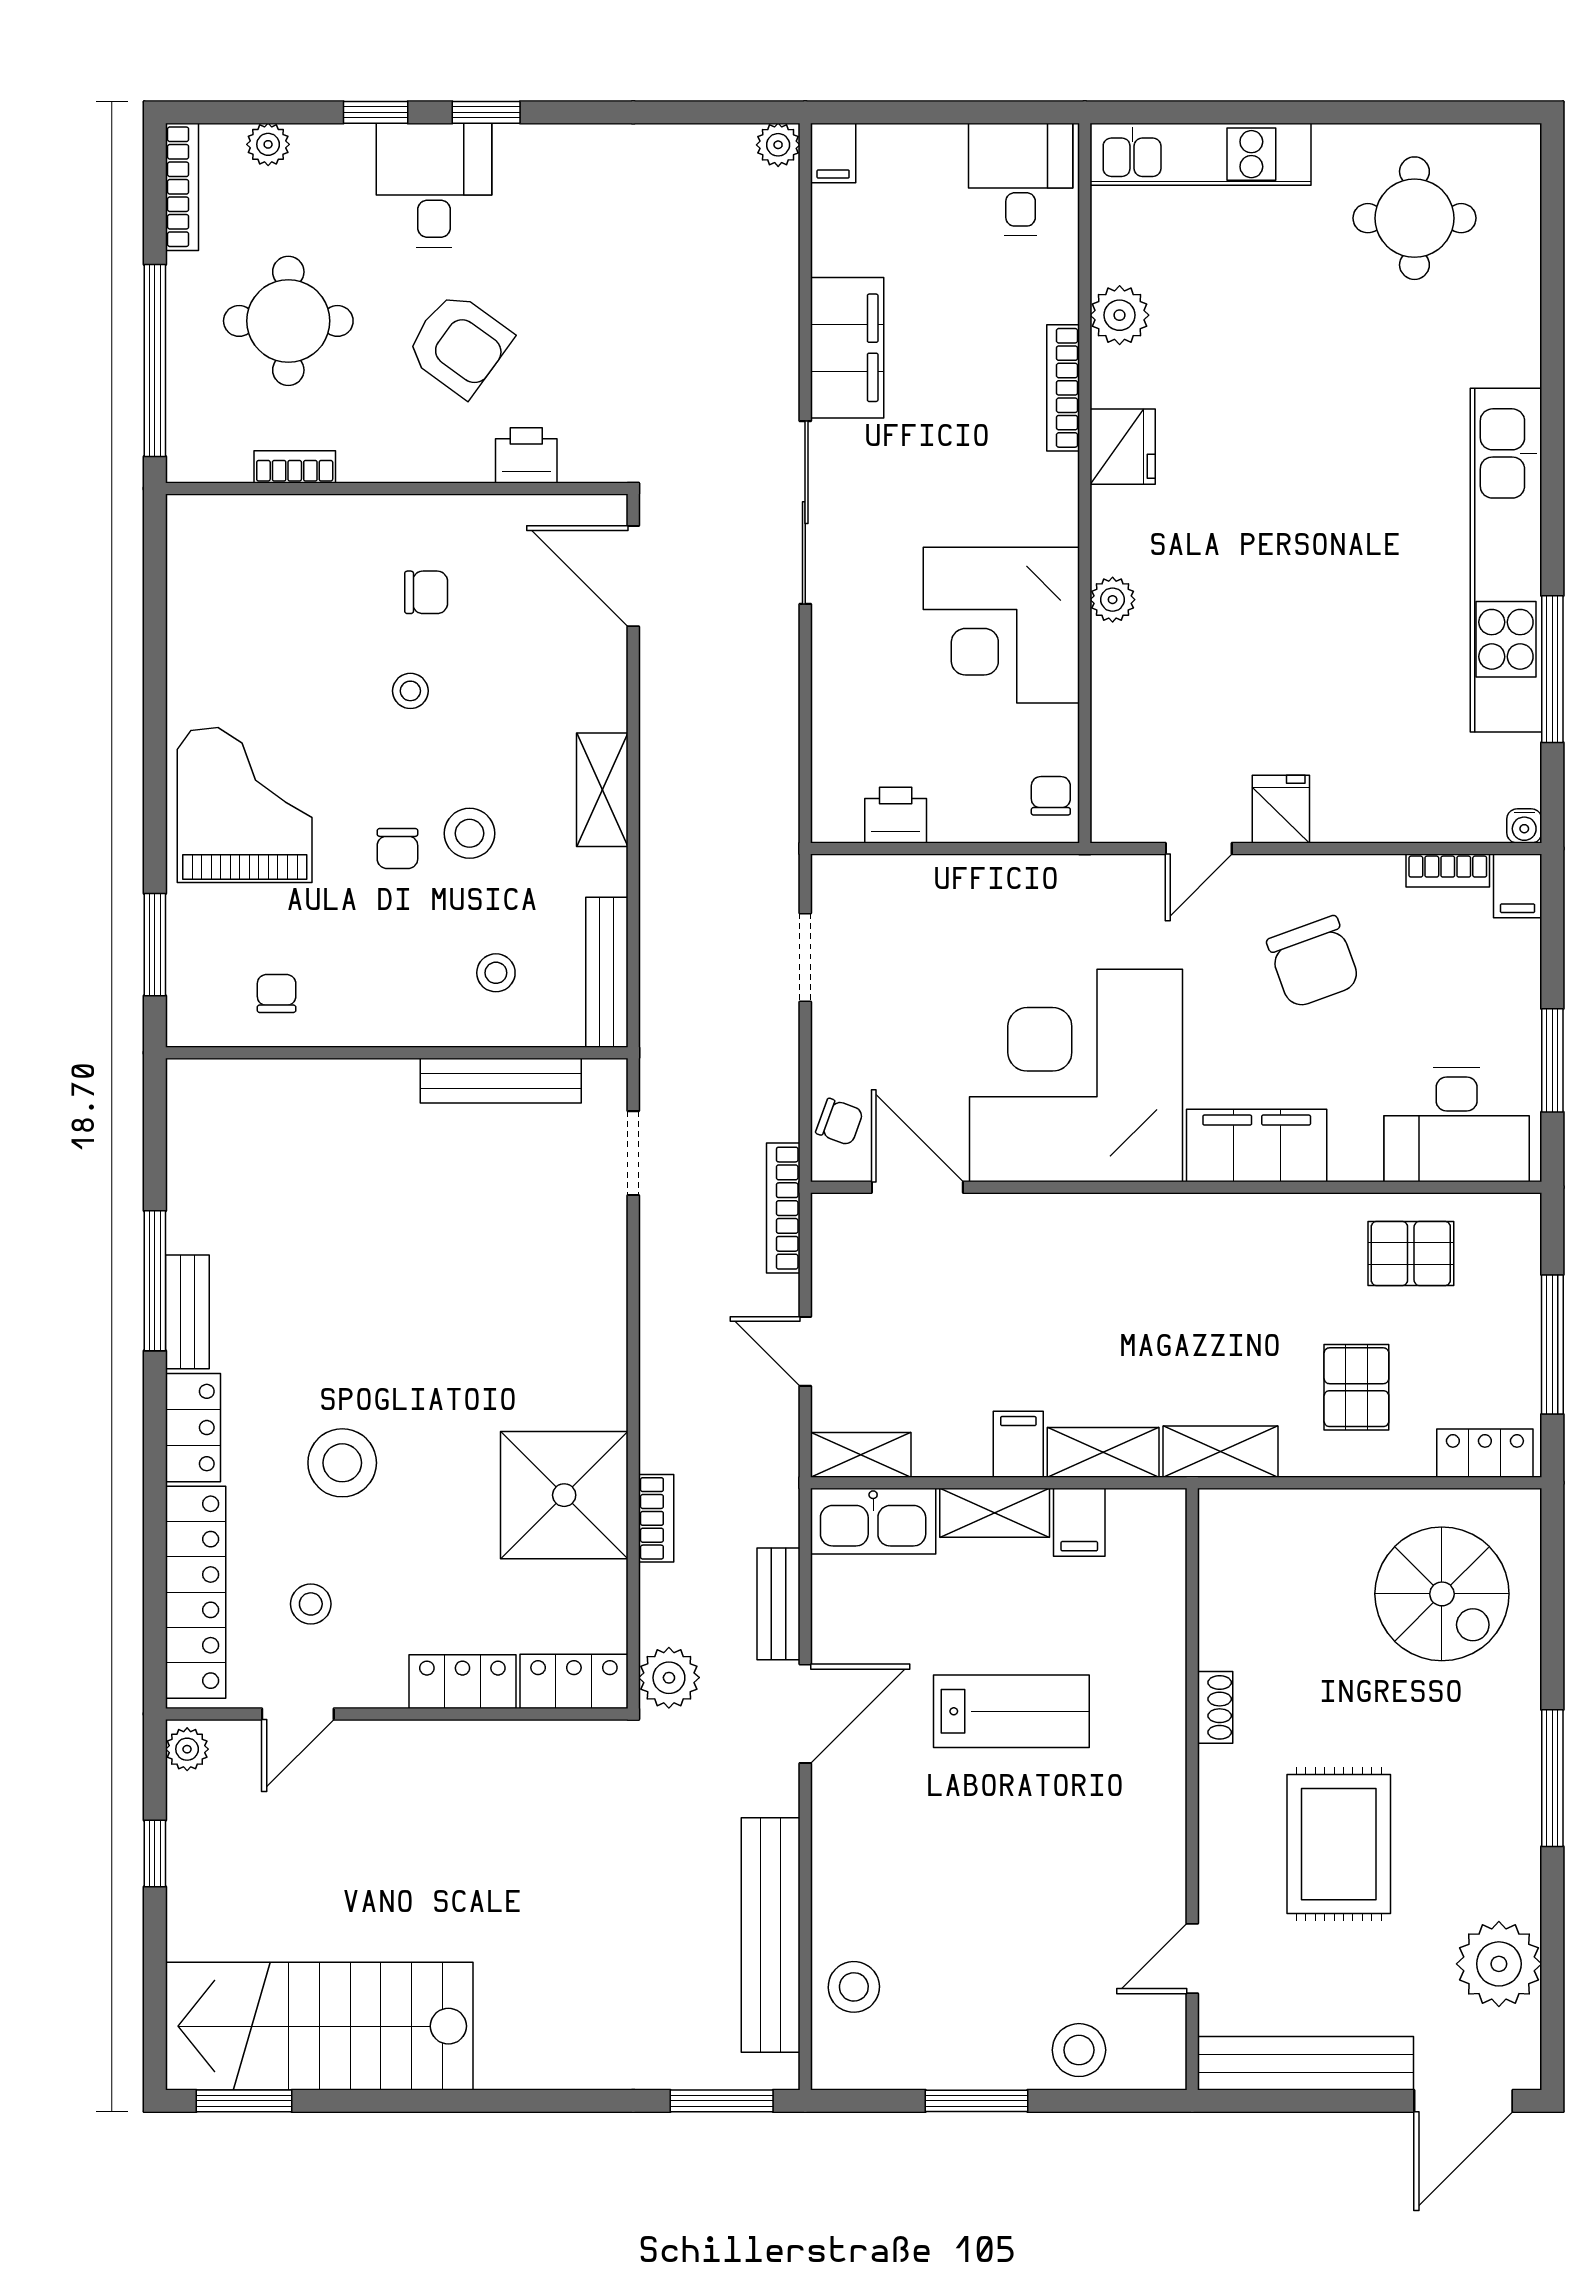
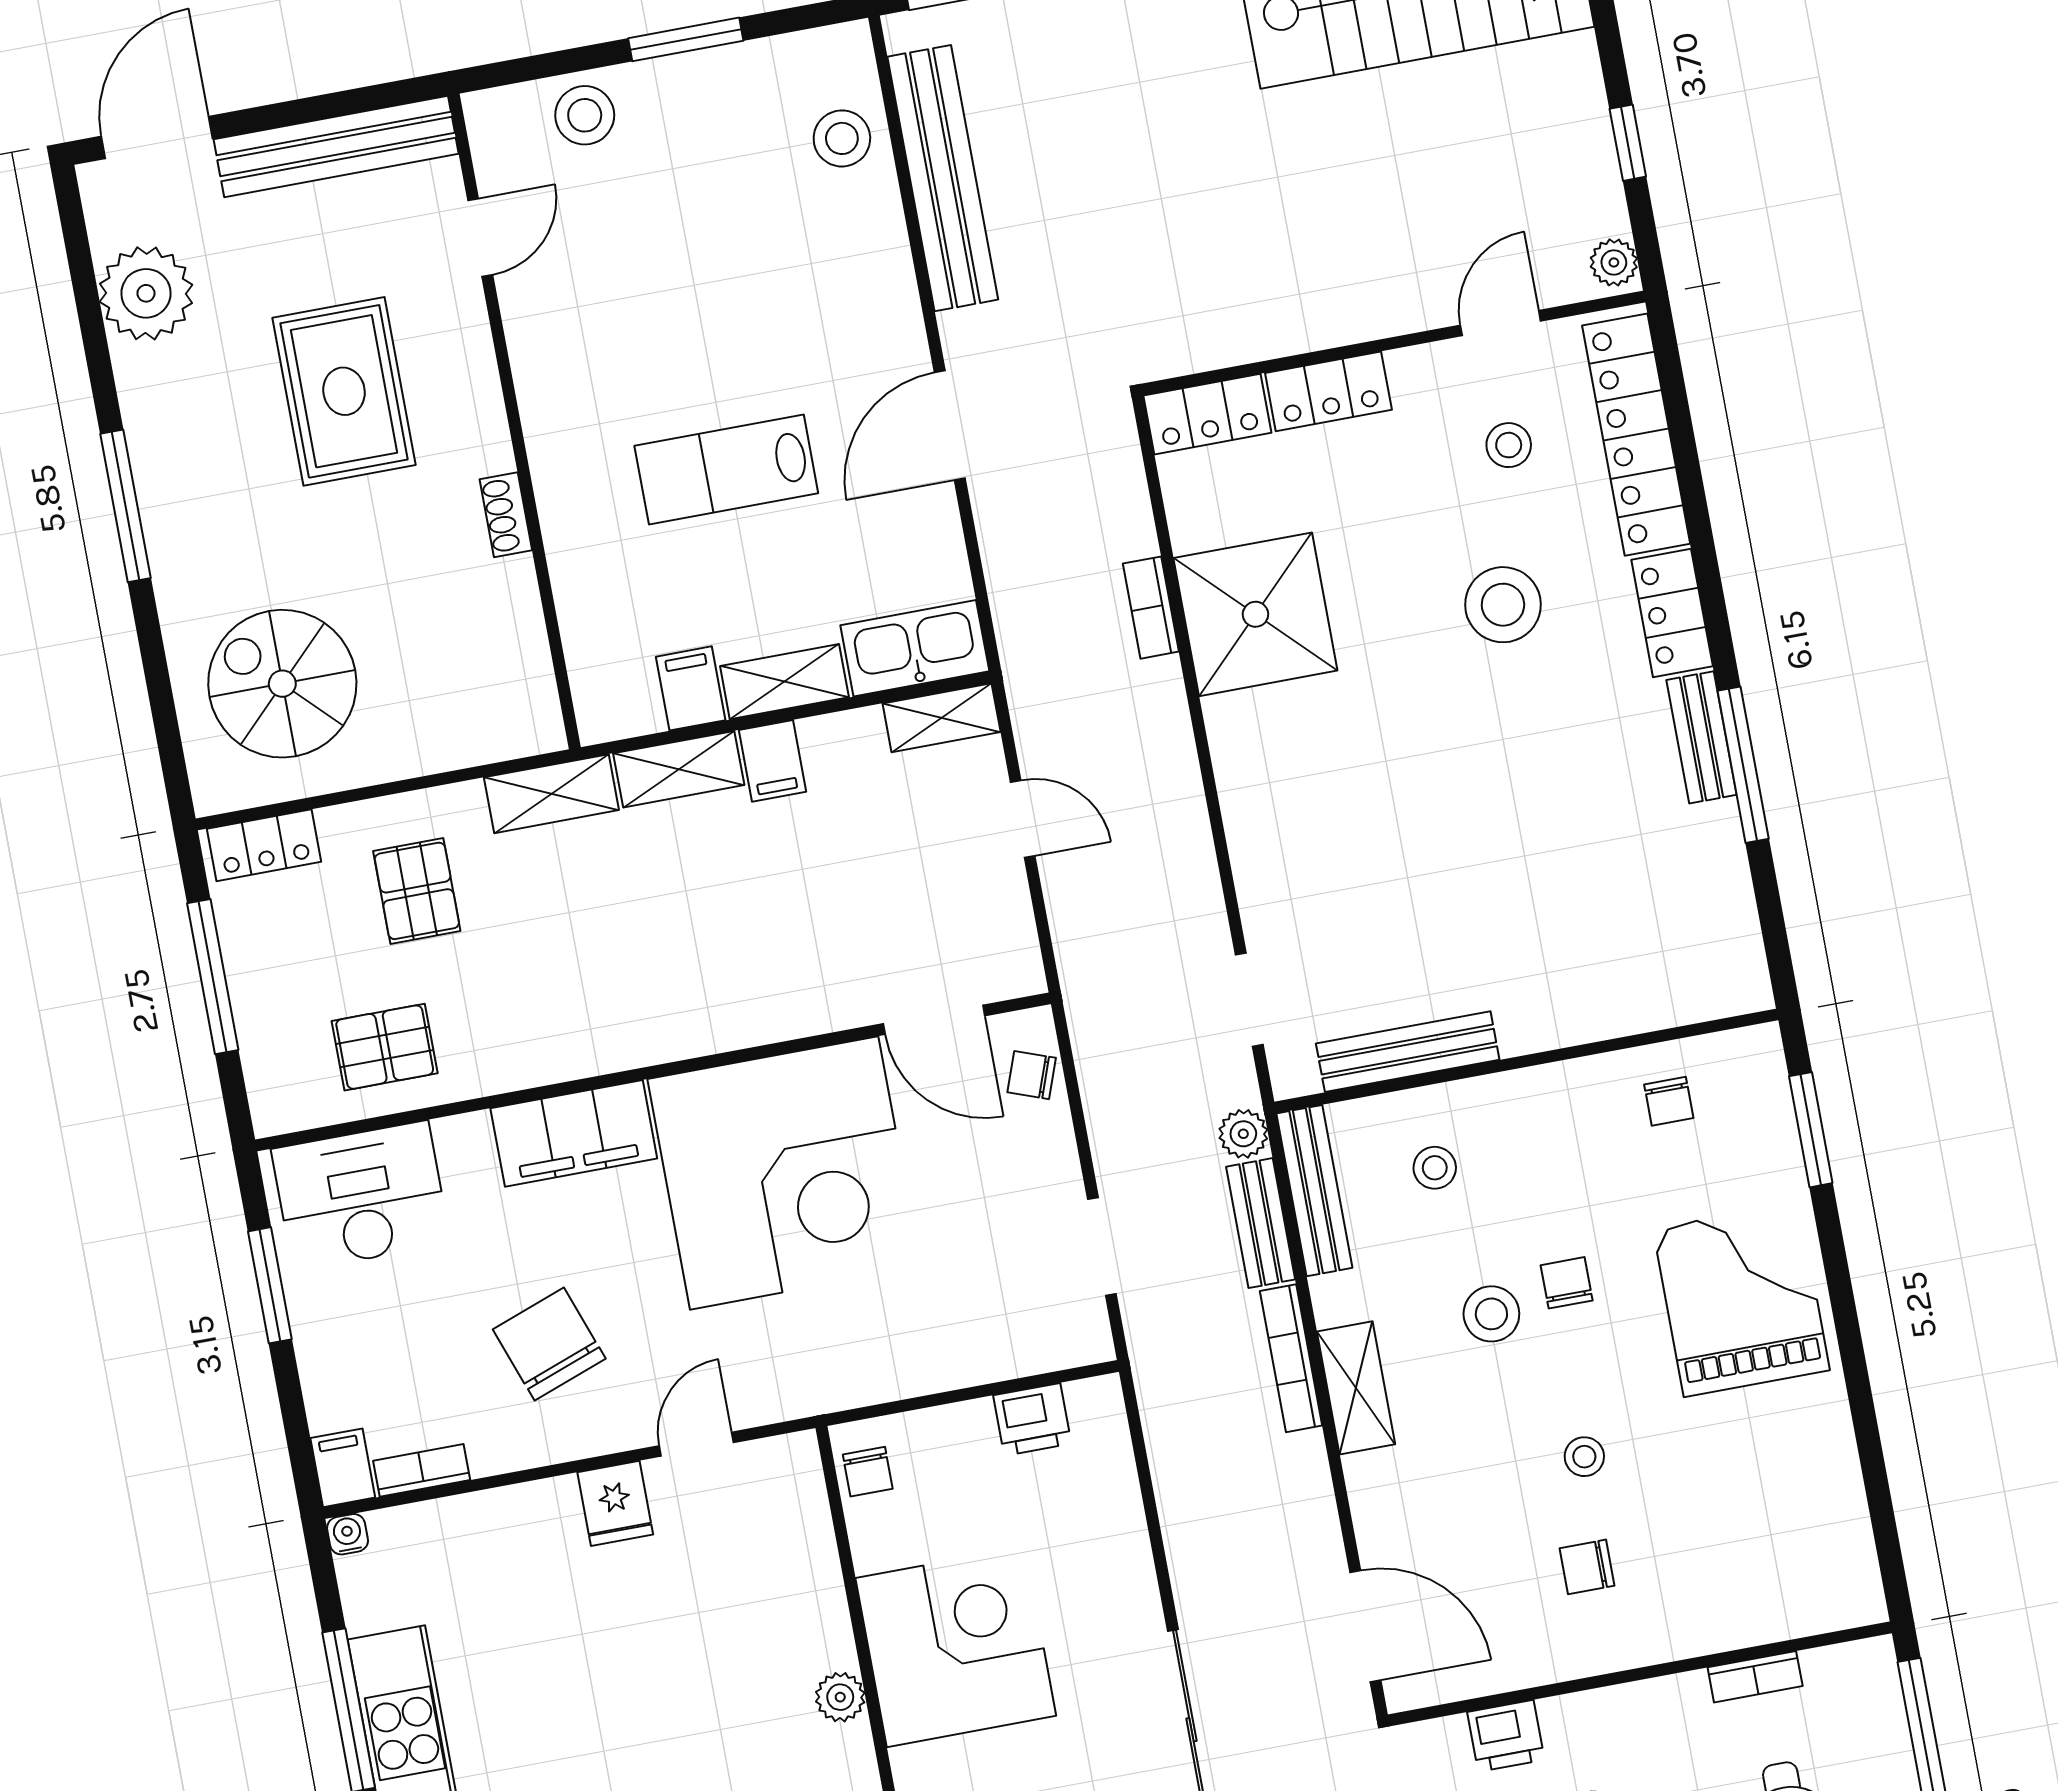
grand piano: (245, 805) -> (1741, 1300), turned 180
bookcase: (783, 1208) -> (1291, 1358), moved, turned 180
bench: (778, 1604) -> (1261, 1223), moved
plant: (669, 1678) -> (1243, 1134), moved, width x0.73, depth x0.73

